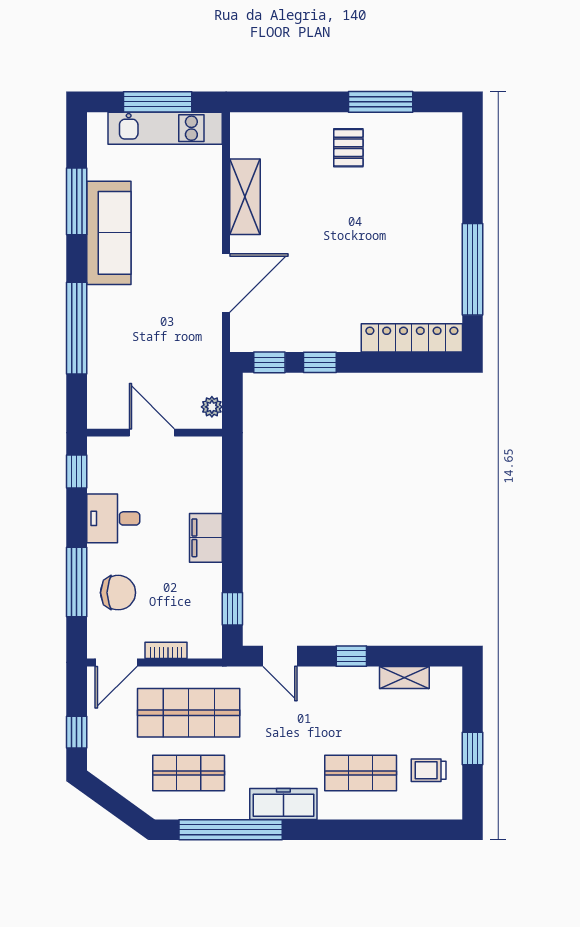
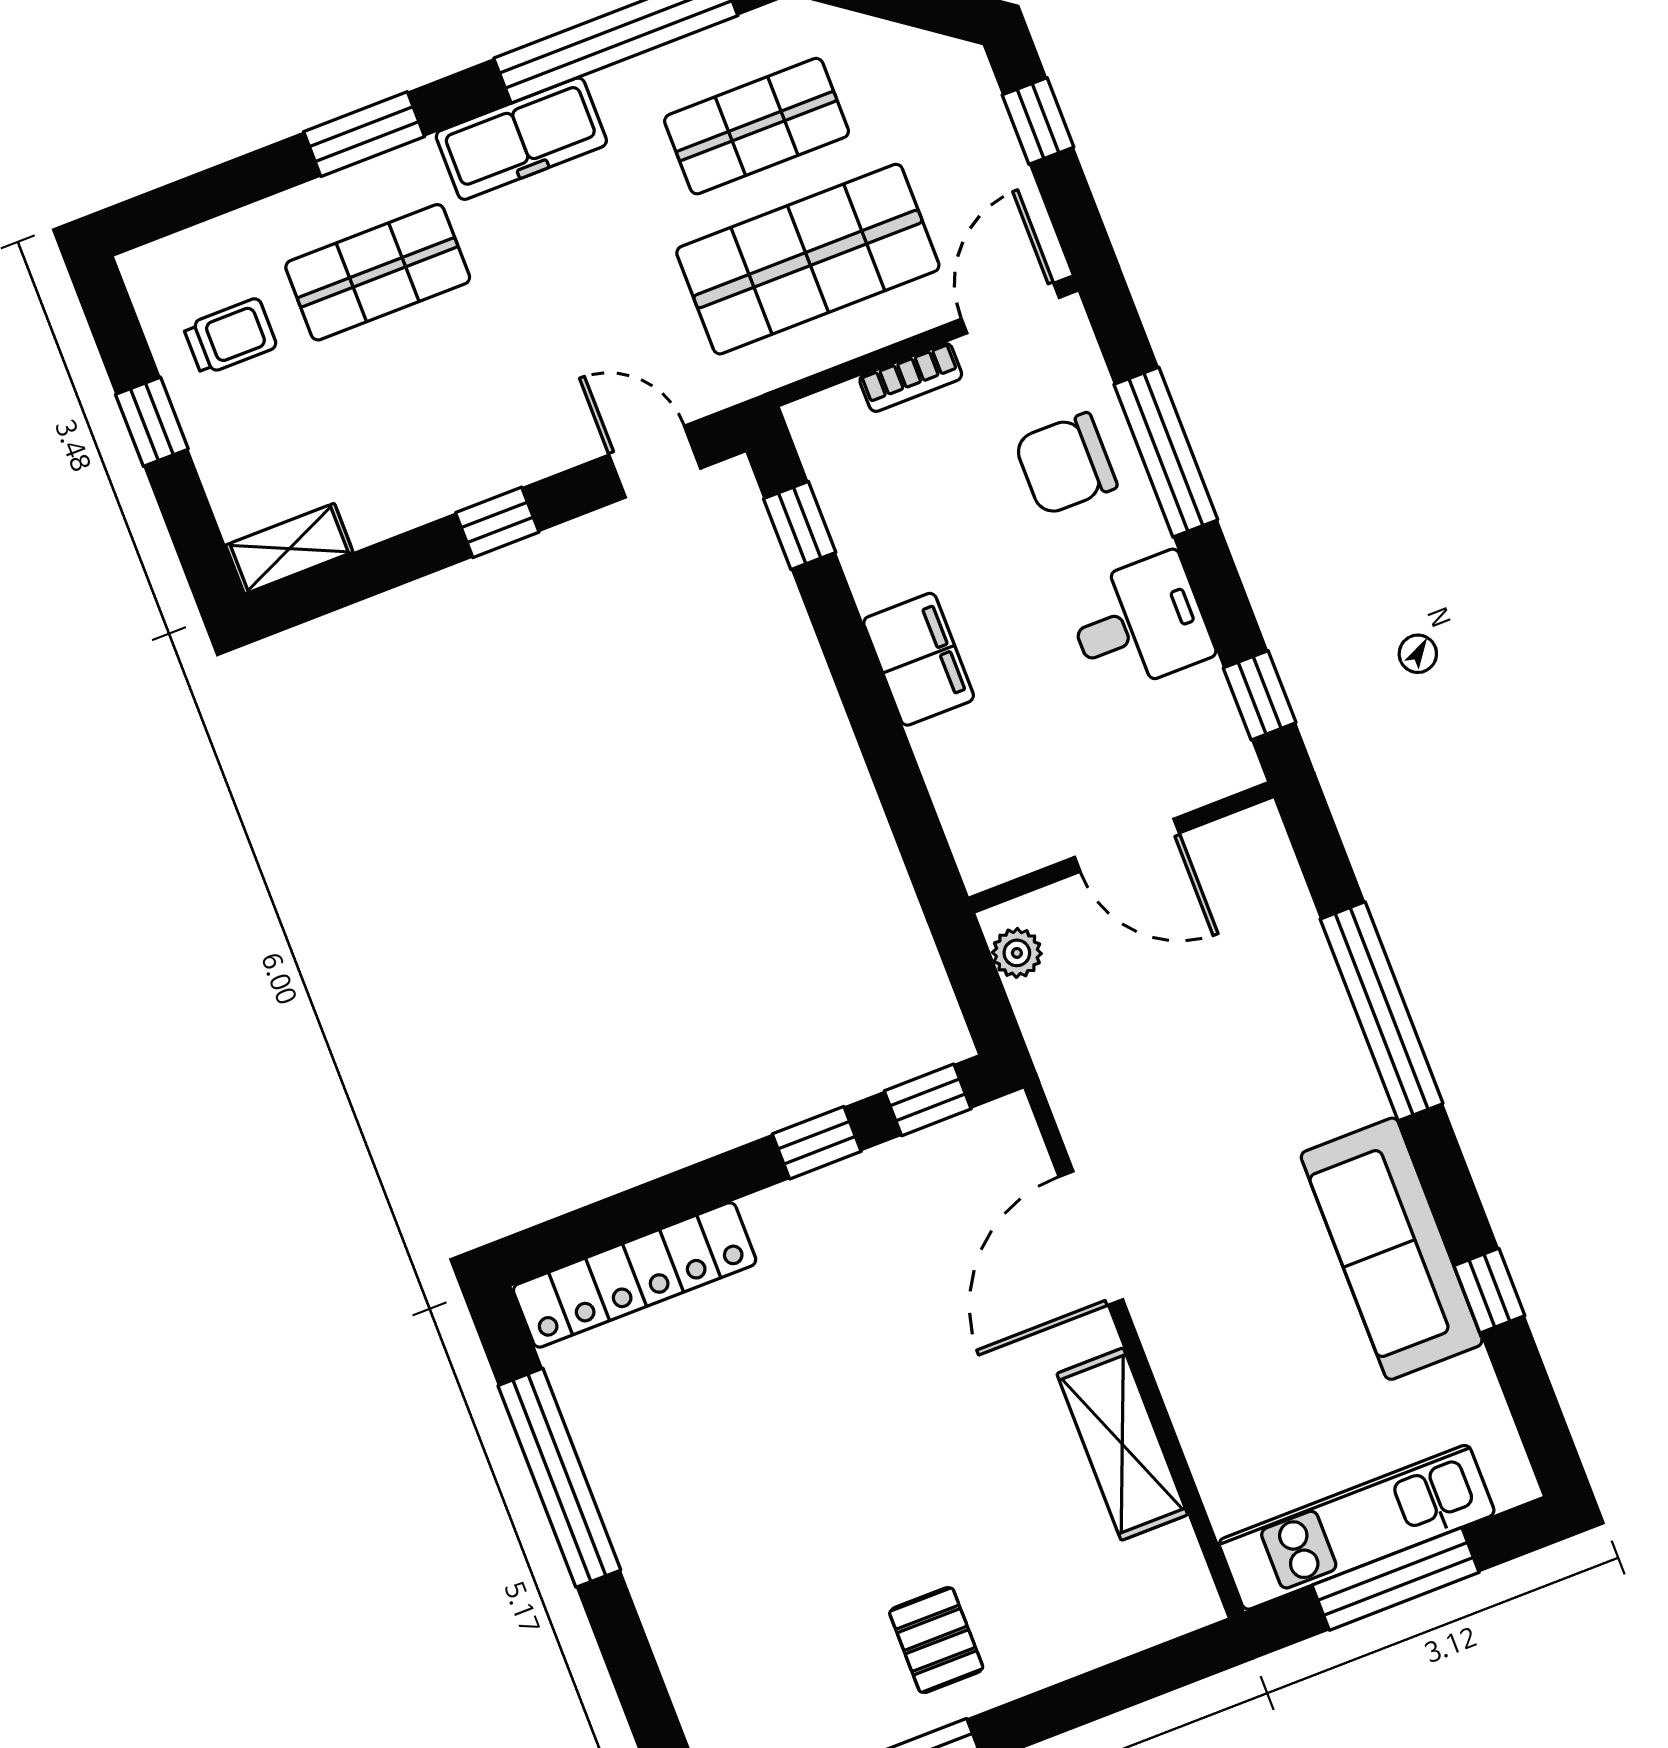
window: (77, 201) -> (1489, 1291), width x0.46
shelving: (404, 677) -> (289, 549), moved
window: (345, 830) -> (364, 134), added

